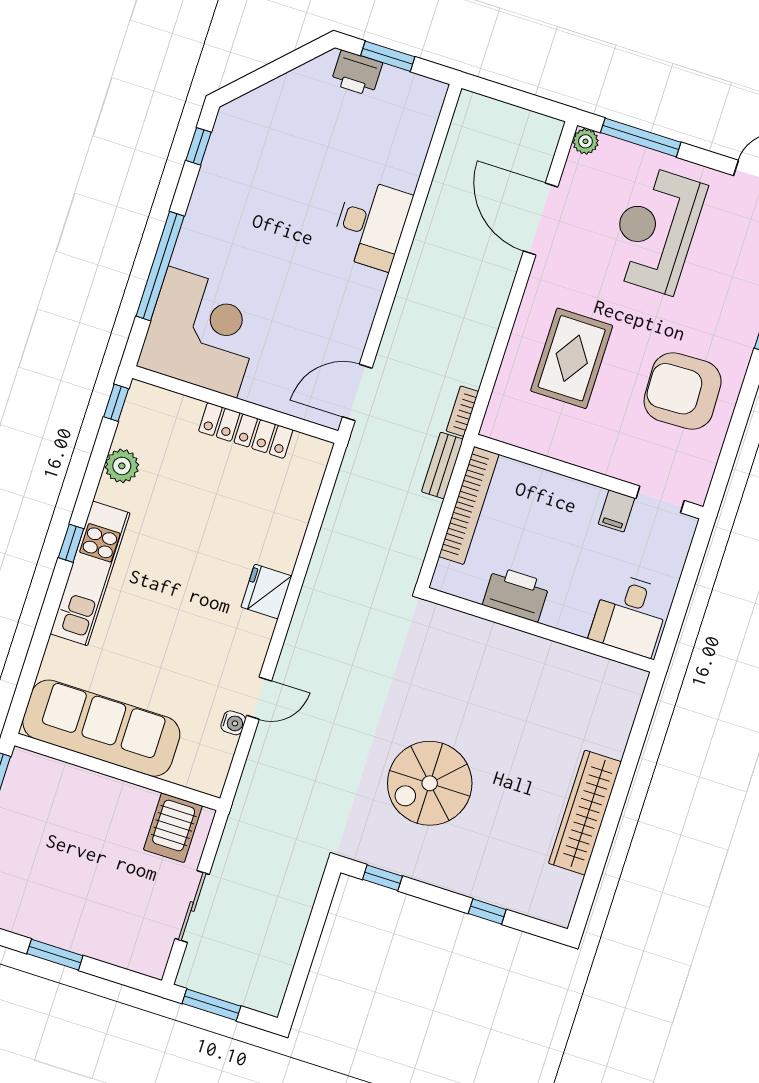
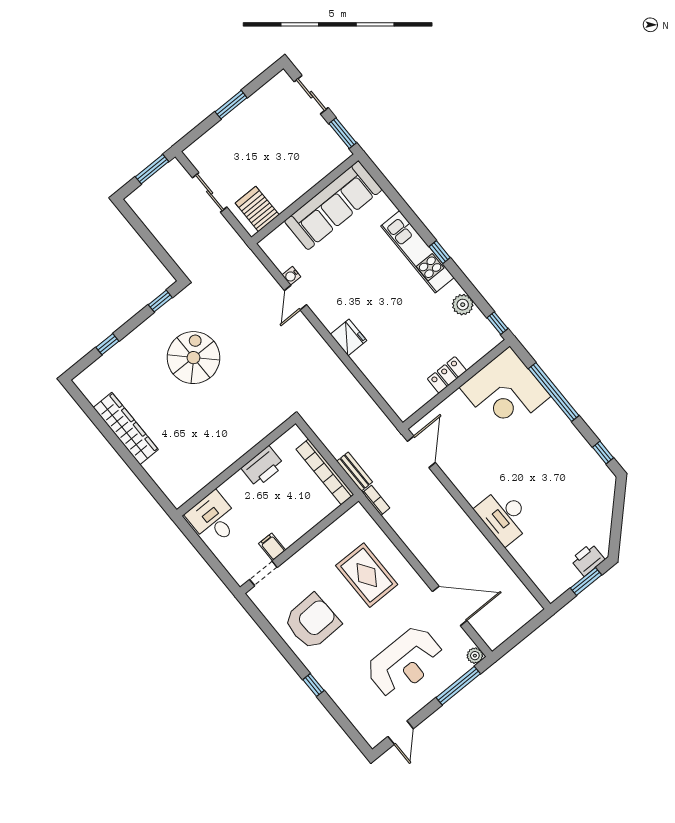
reception desk: (656, 230) -> (405, 662), turned 90
locker: (246, 430) -> (447, 375), width x0.66

